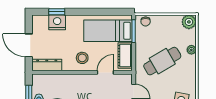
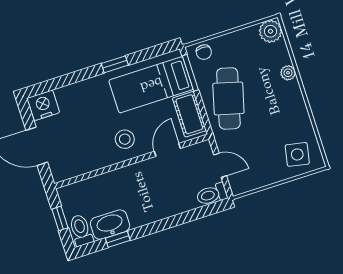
window: (57, 12) -> (115, 64), moved
nightstand: (57, 22) -> (43, 105), moved
cafe table: (162, 61) -> (228, 98), moved, turned -45
dresser: (47, 65) -> (74, 168), removed

